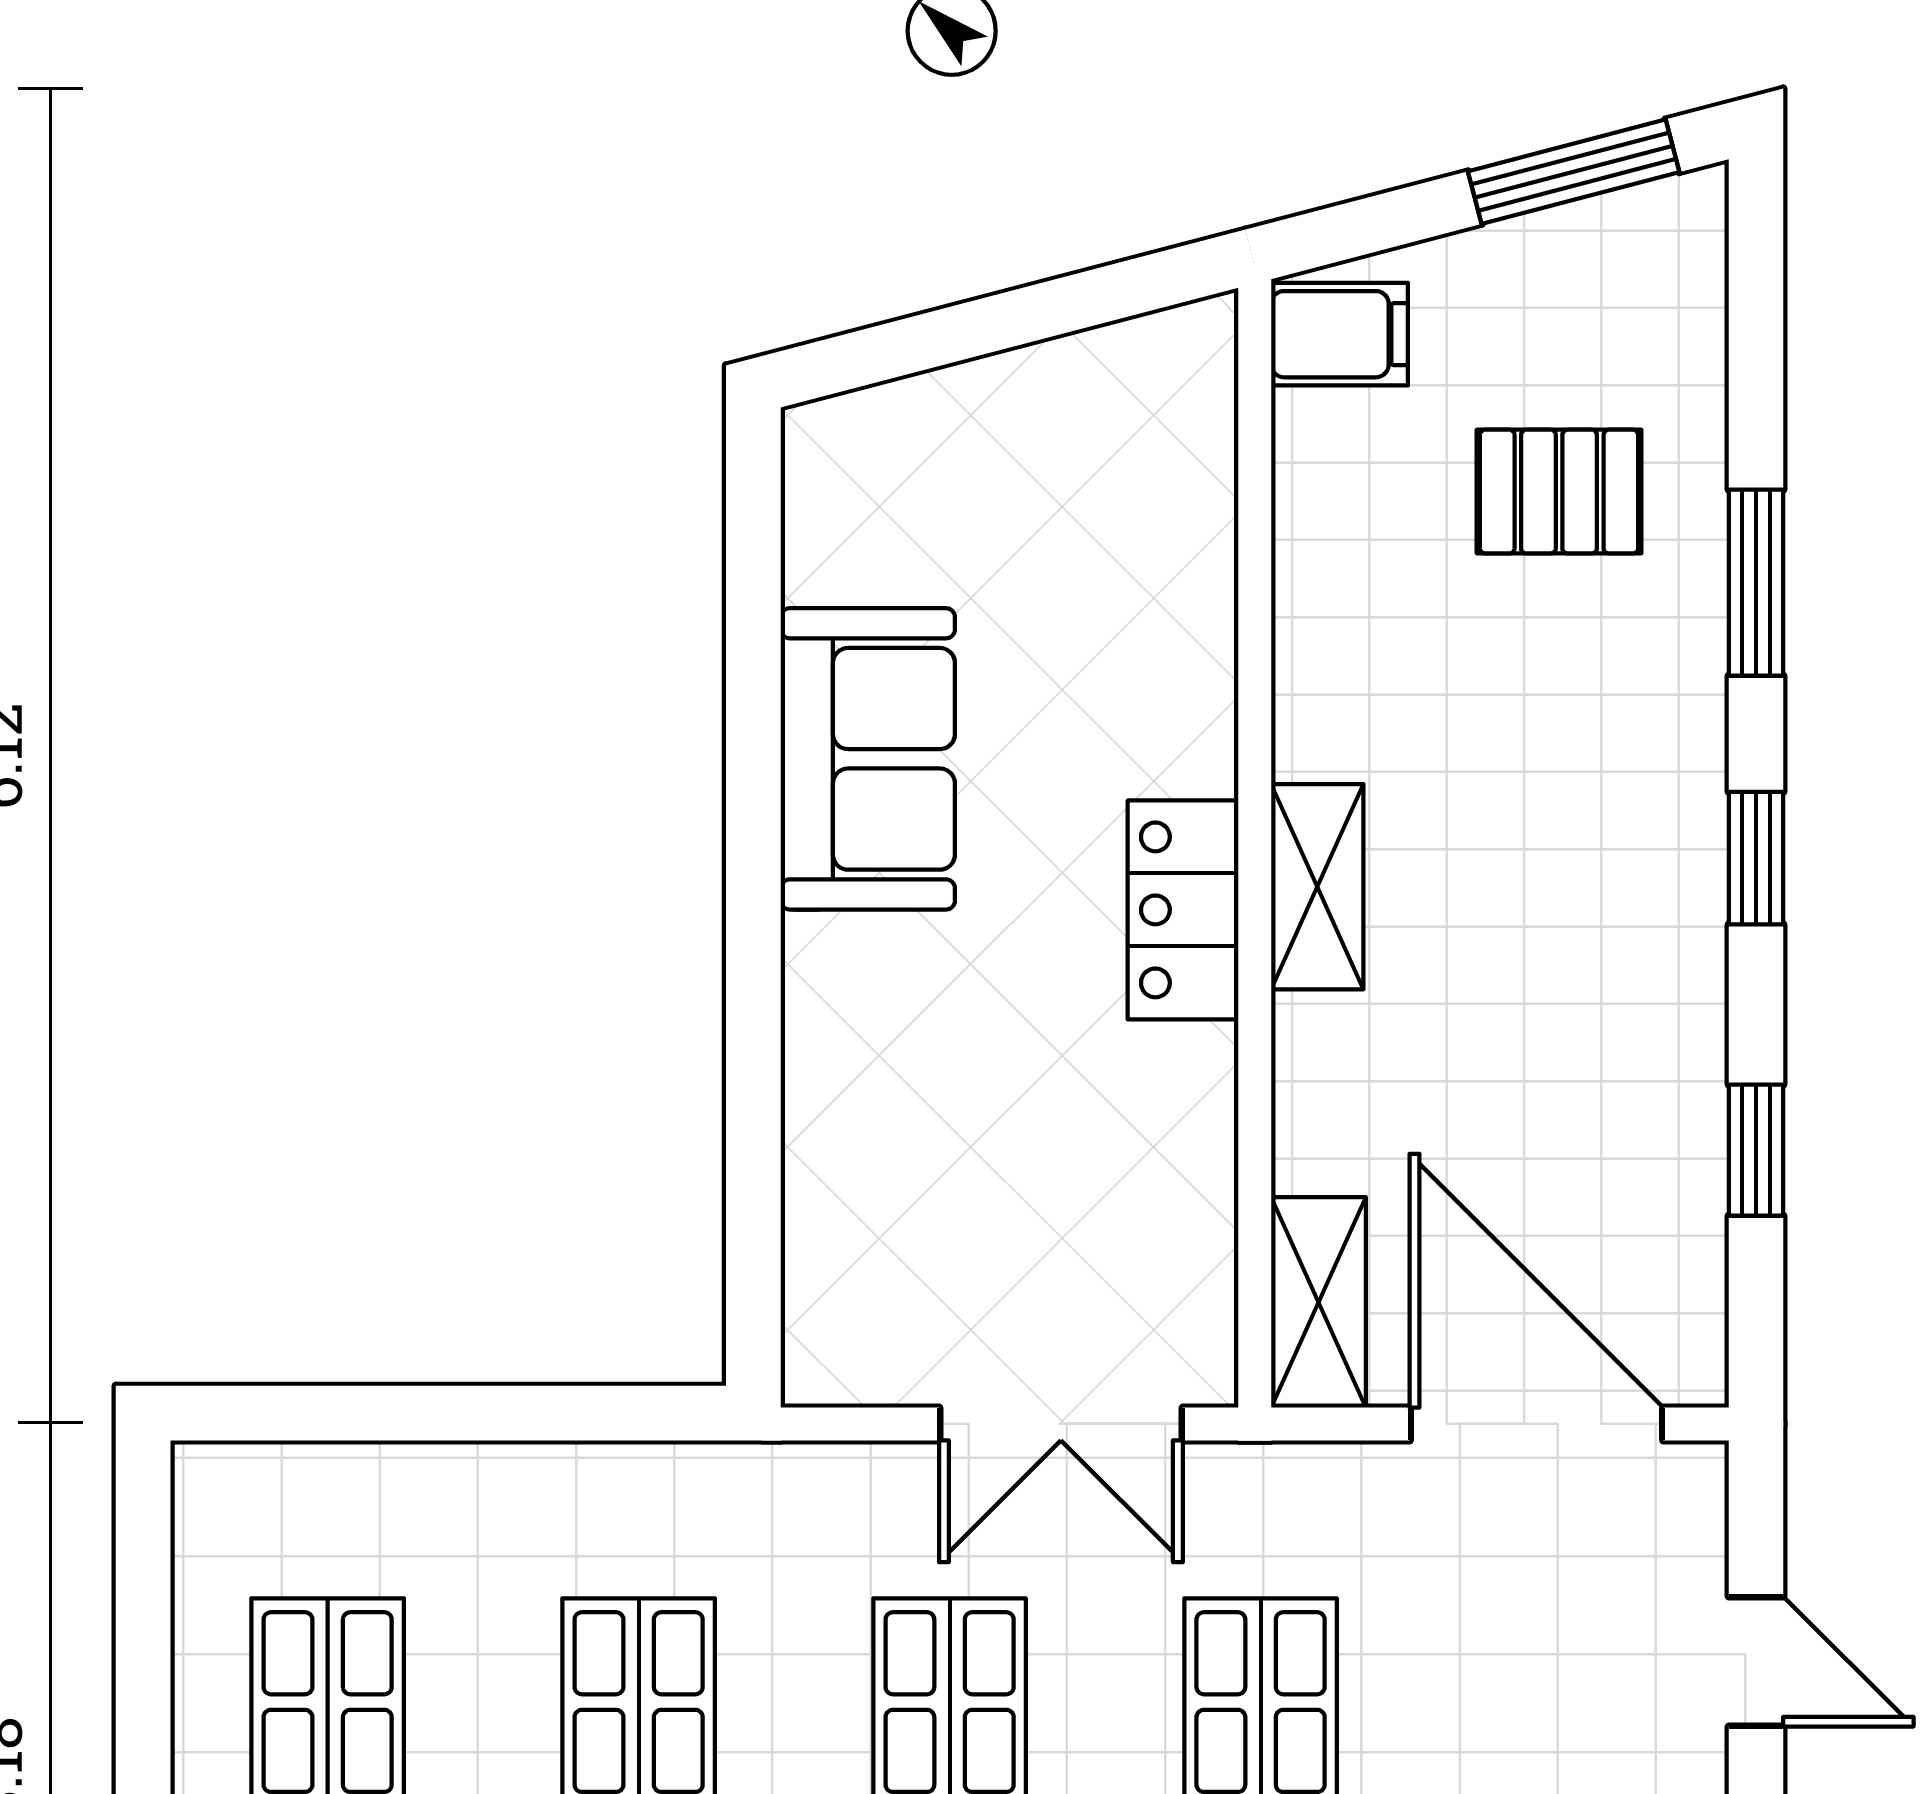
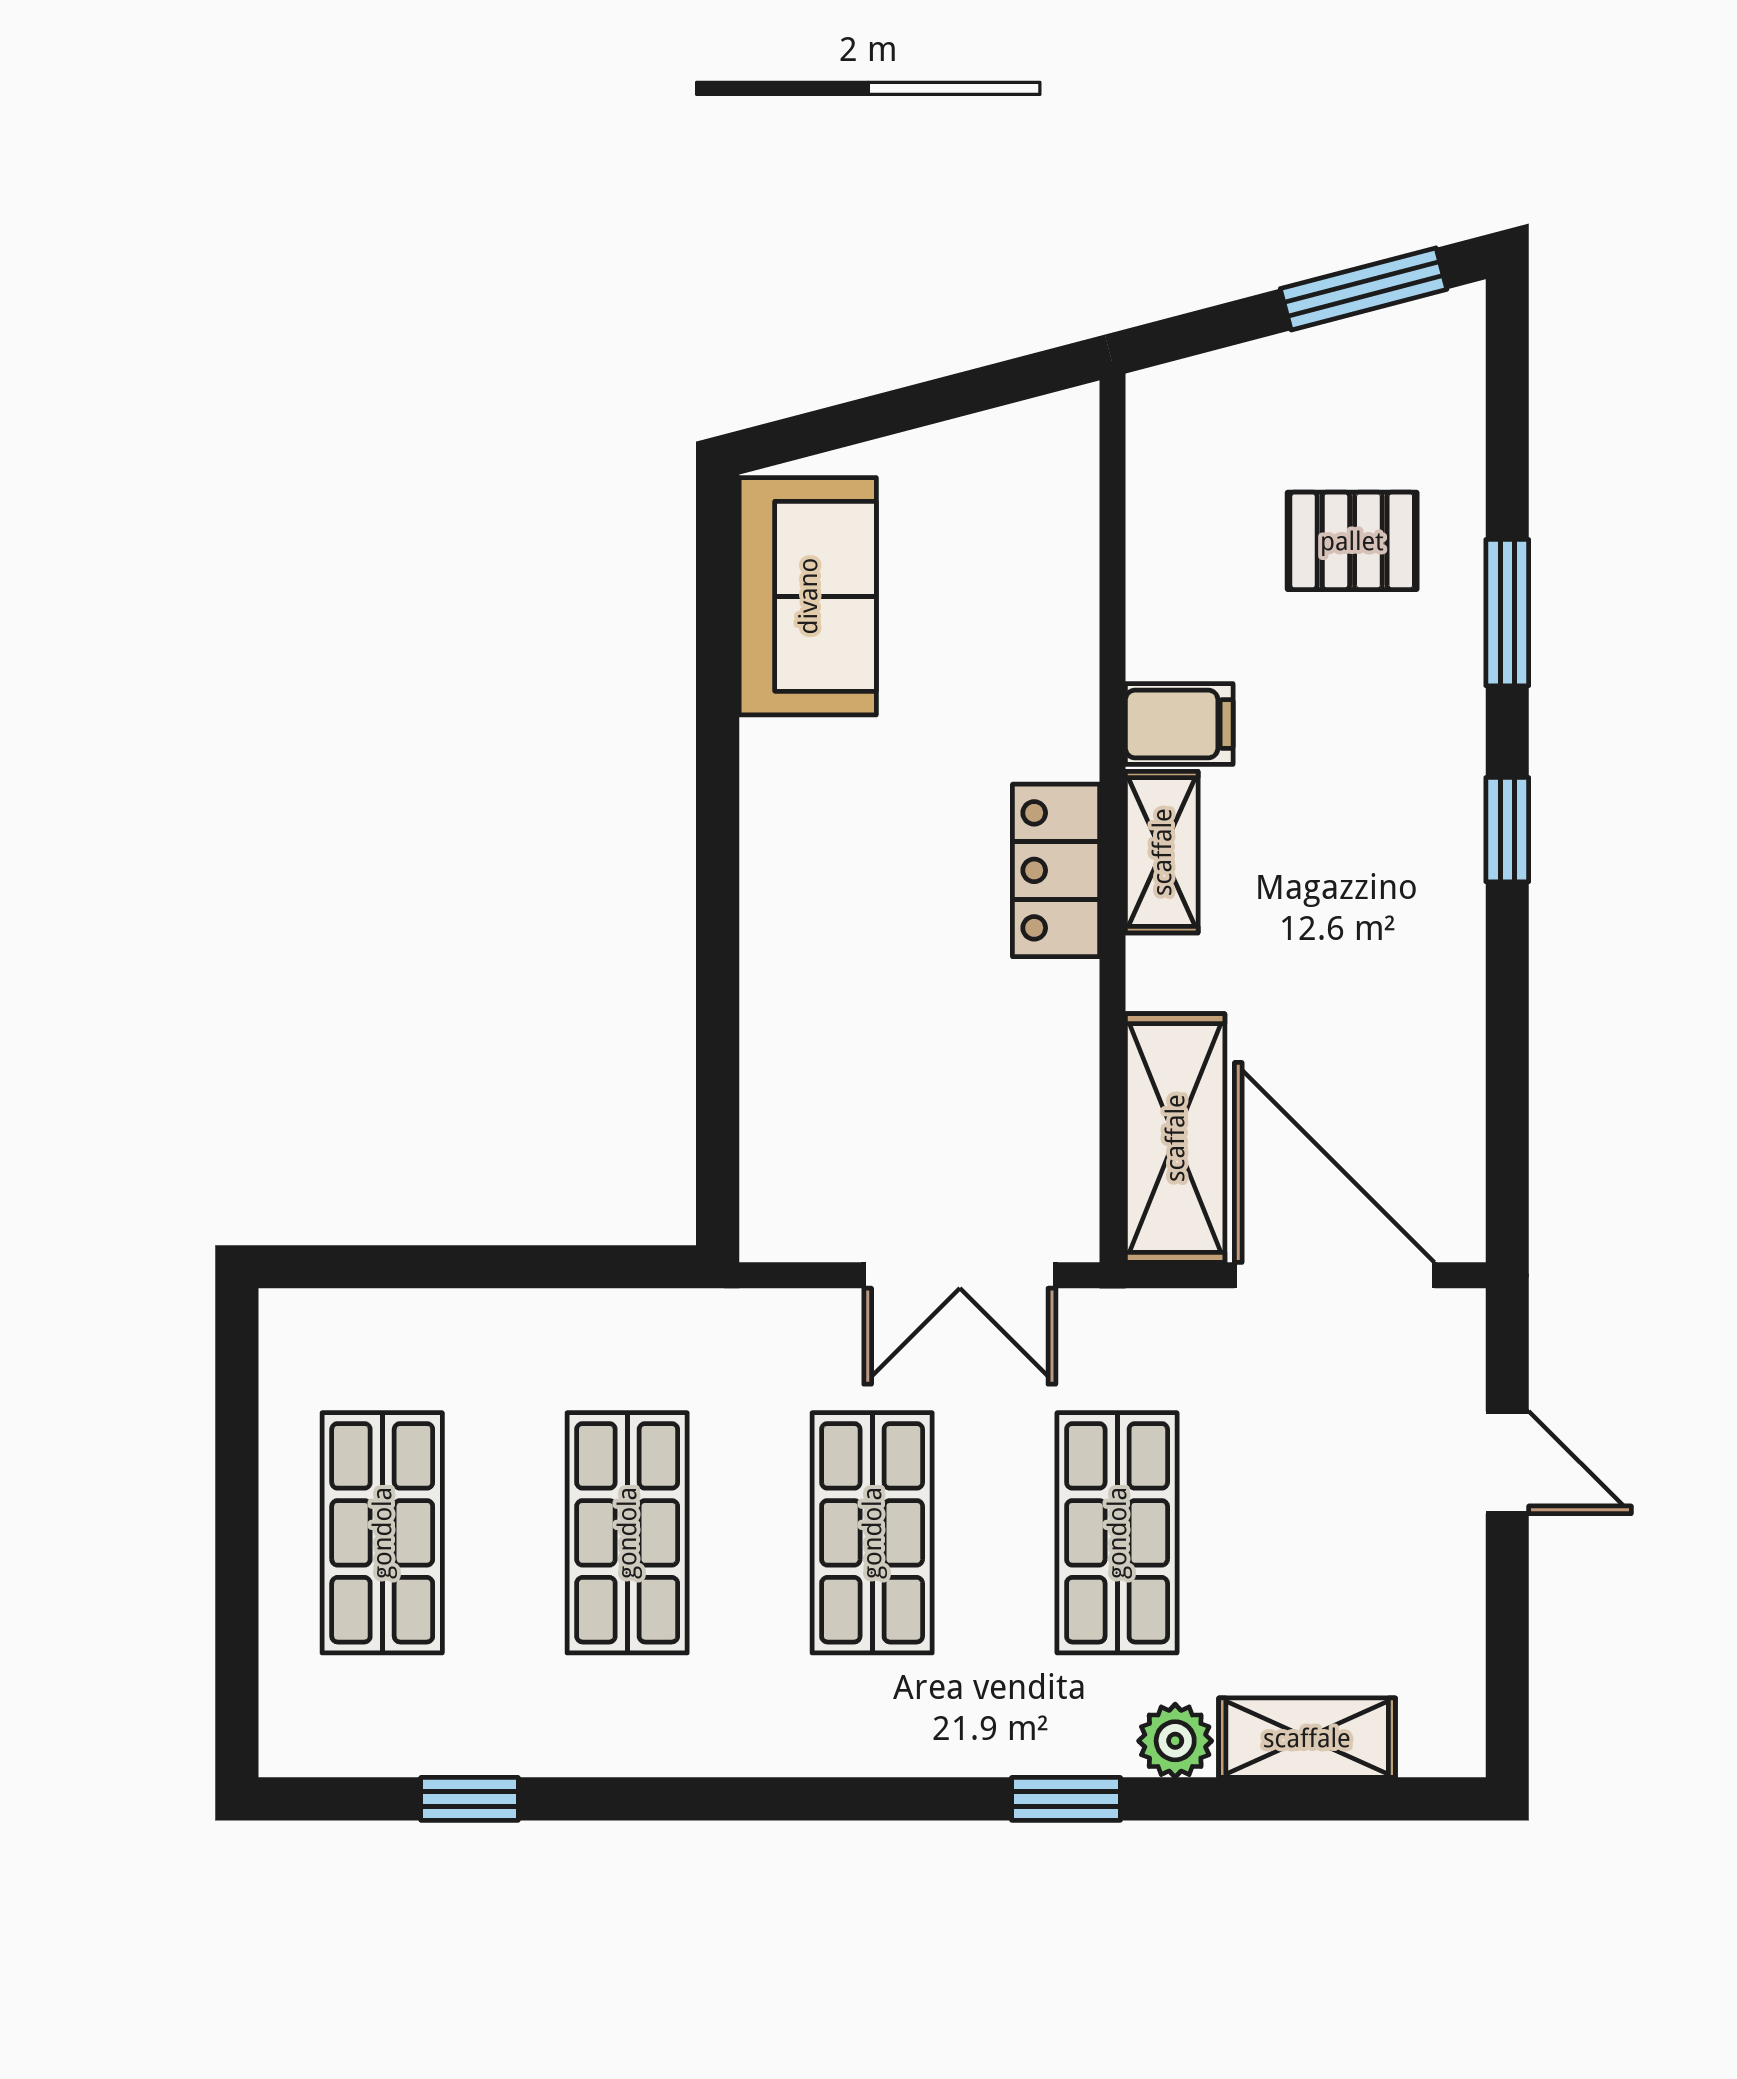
filing cabinet: (1339, 334) -> (1179, 724), moved
sofa: (868, 759) -> (808, 596), moved
window: (1756, 1150) -> (1507, 1060), removed
shelving: (1318, 1302) -> (1175, 1138), width x1.50, depth x1.33

